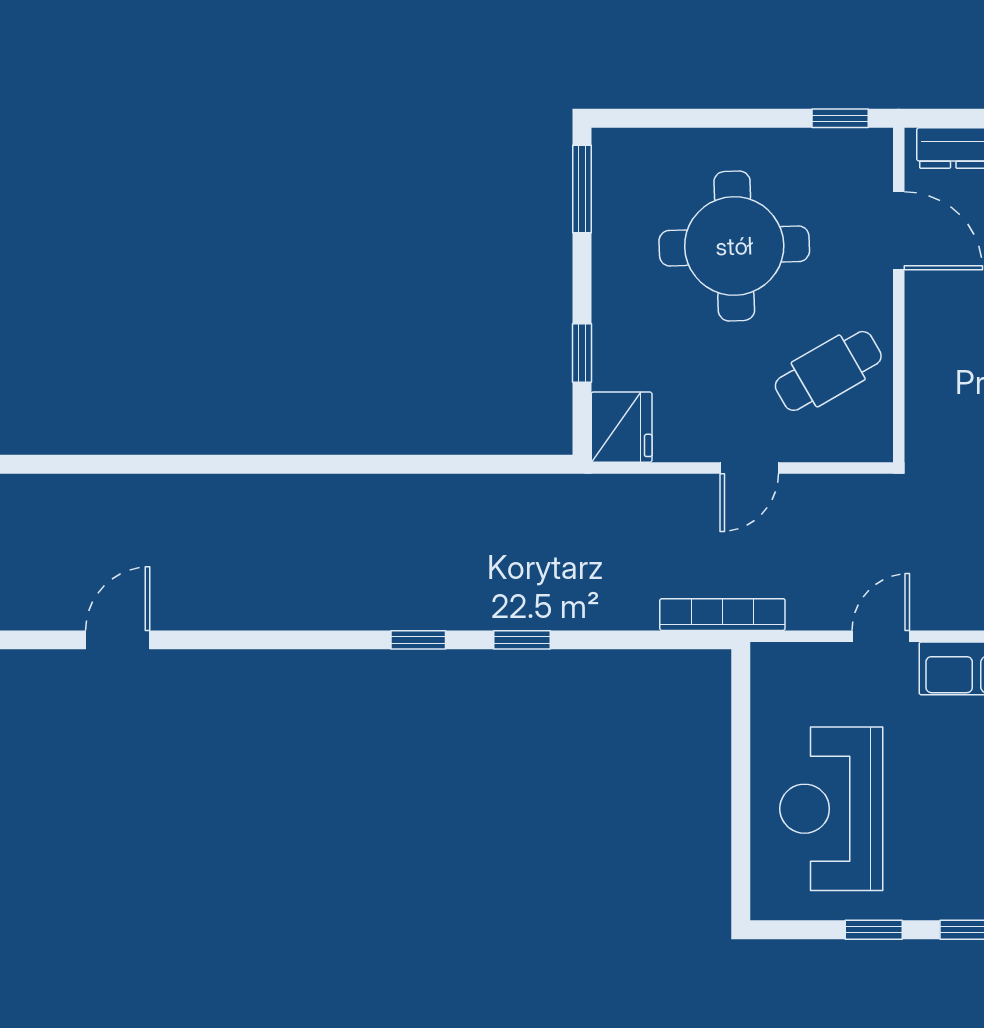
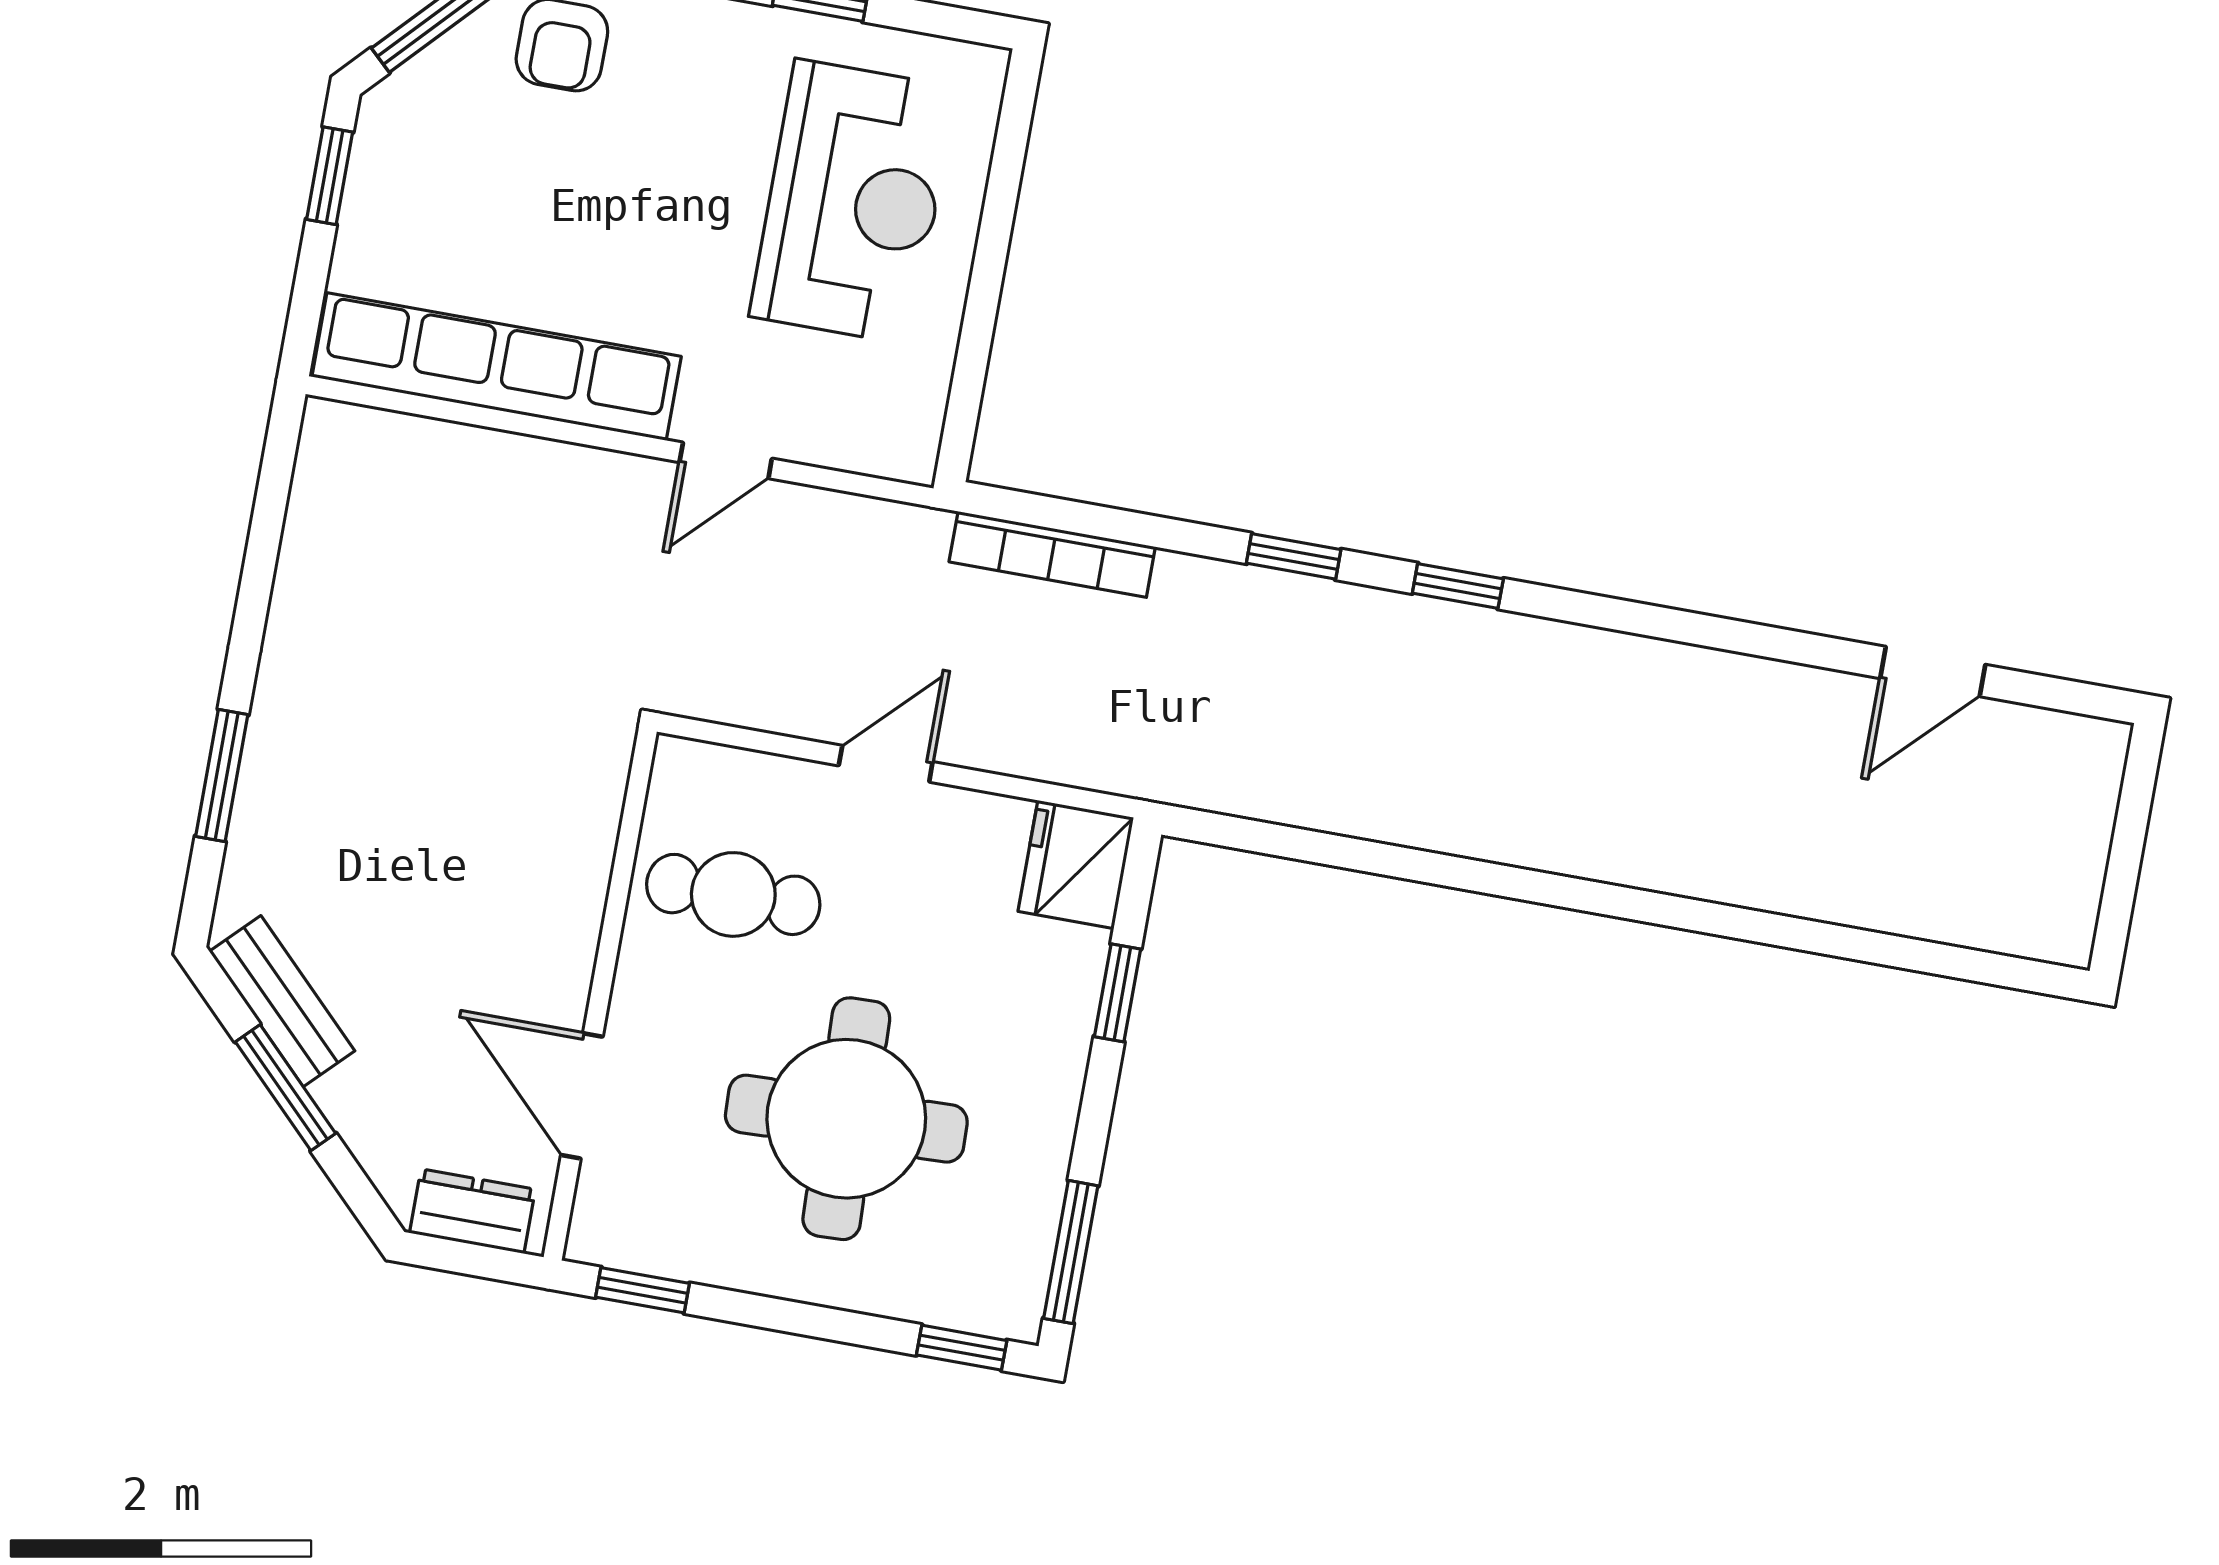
window: (638, 118) -> (962, 1348), added
cafe table: (828, 371) -> (733, 894), turned 30
bookcase: (722, 615) -> (1052, 554), moved

